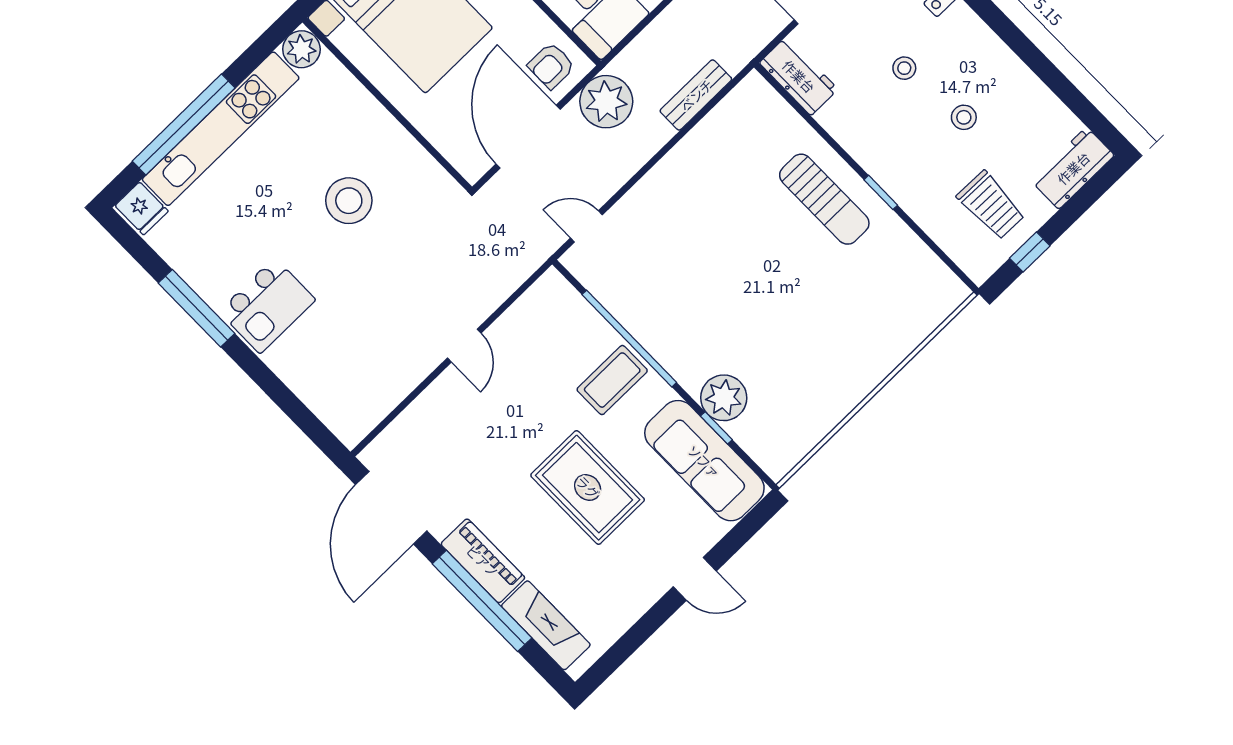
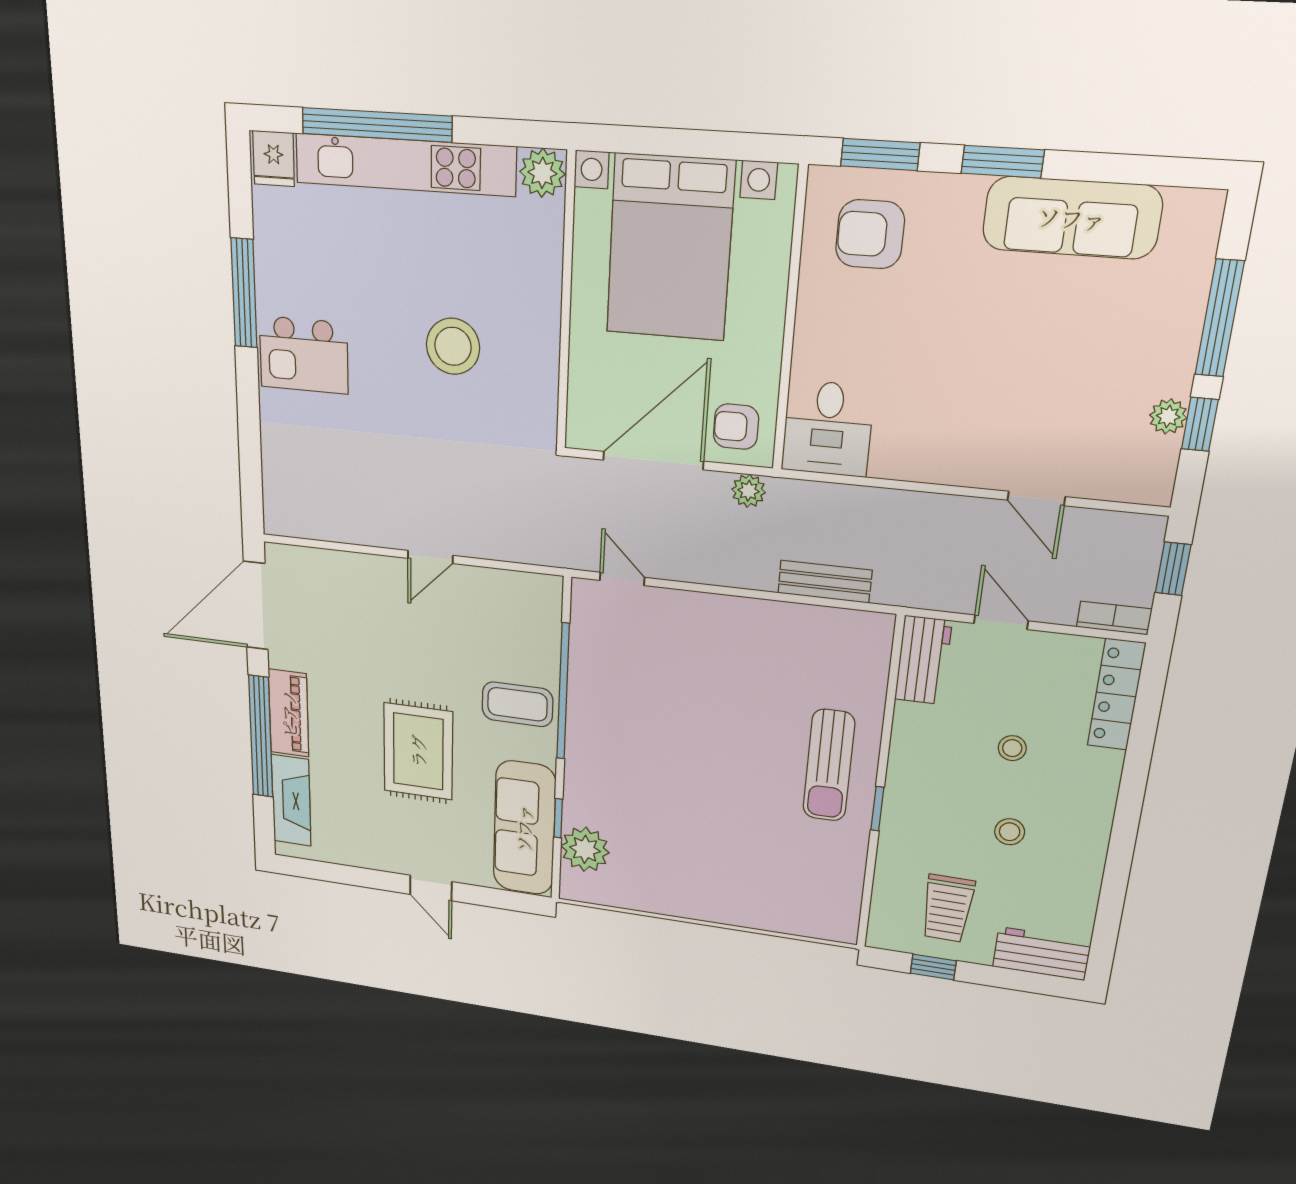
plant: (606, 102) -> (749, 491), width x0.53, depth x0.53
plant: (724, 398) -> (585, 849), moved

